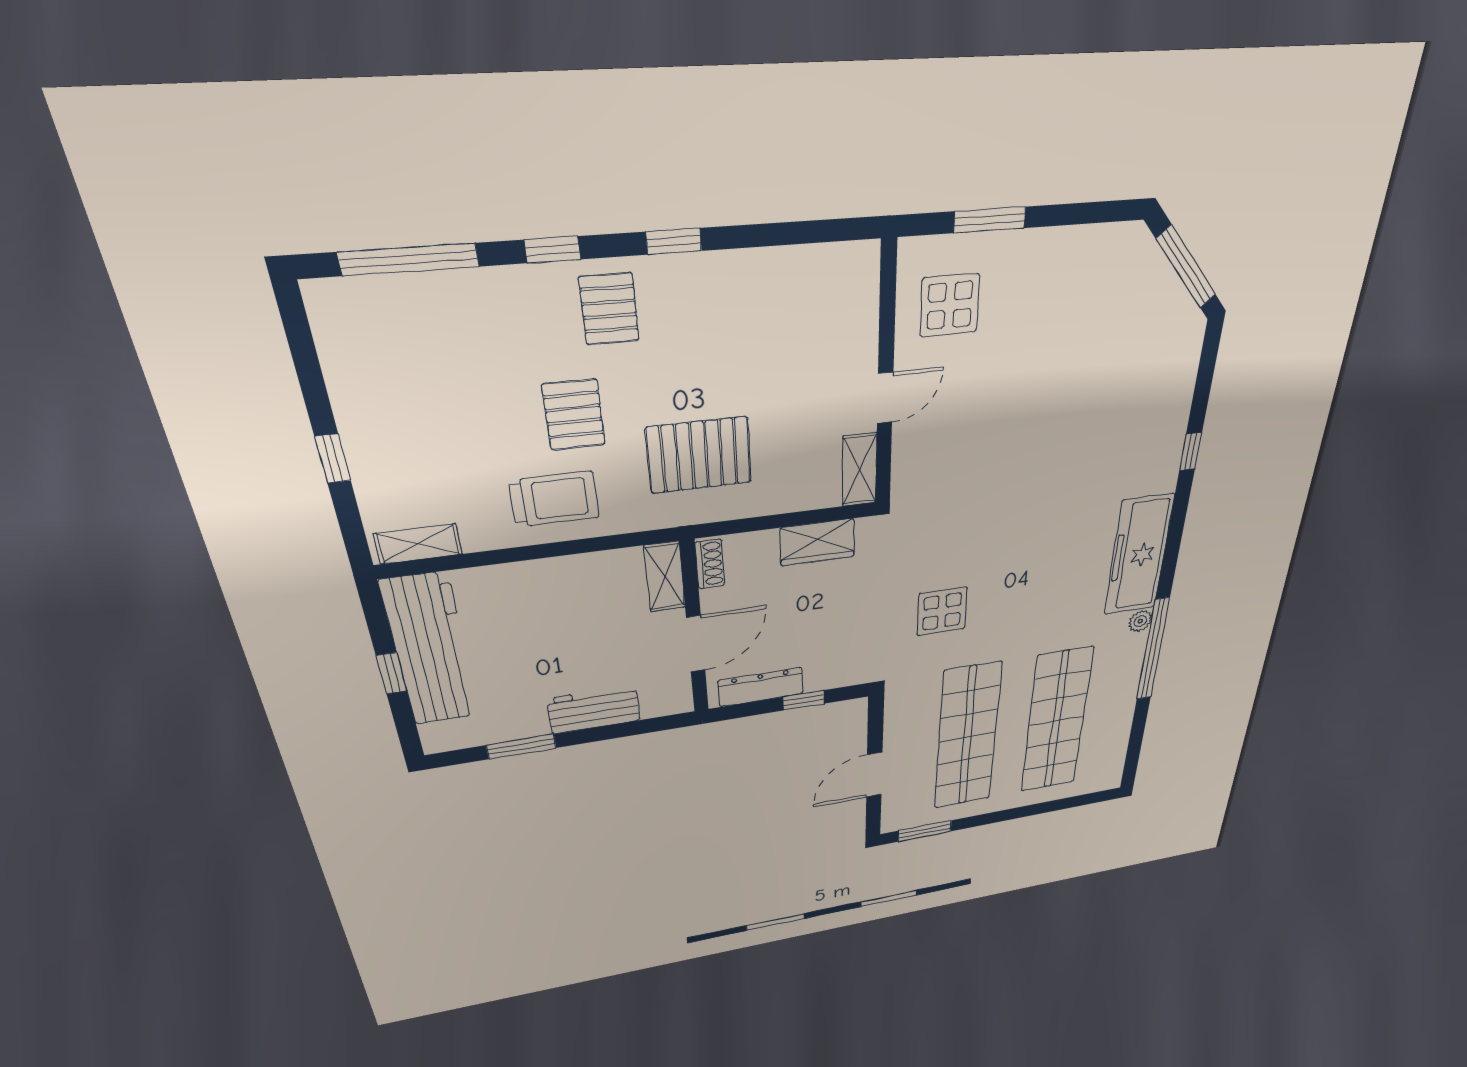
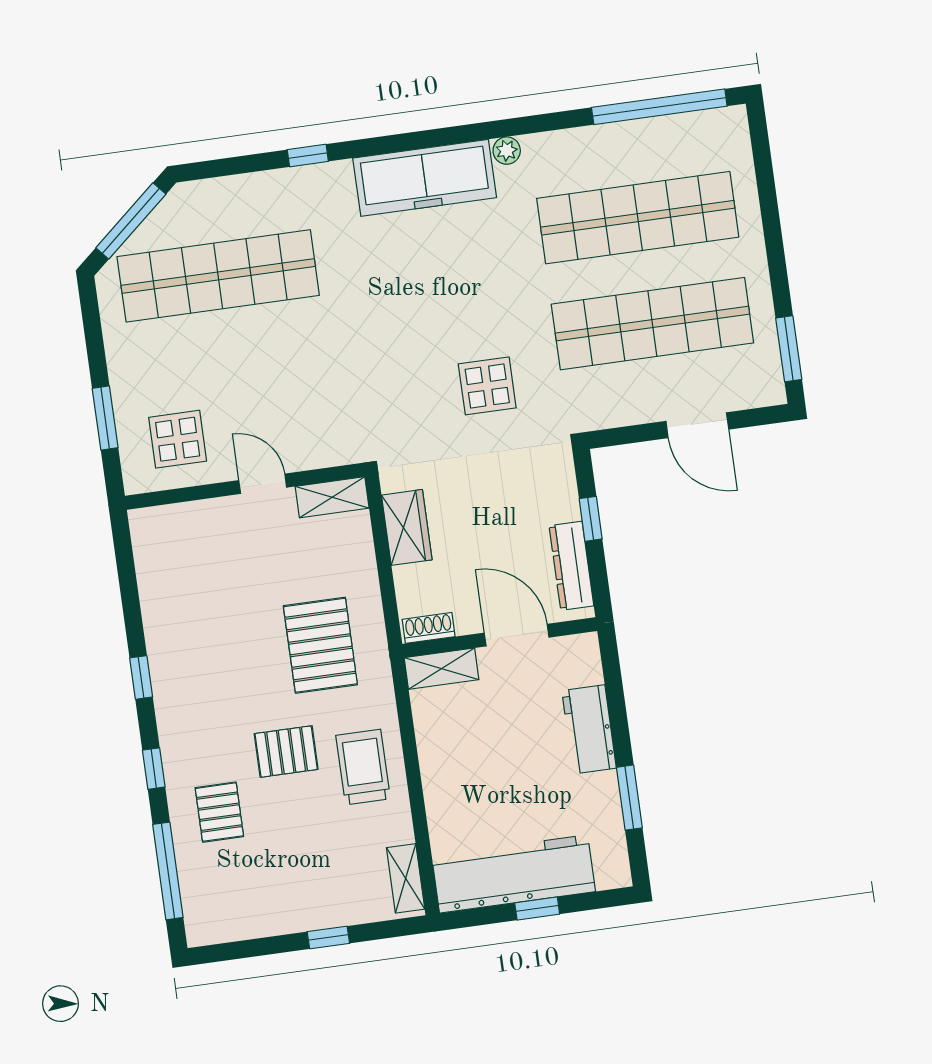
pallet: (609, 309) -> (219, 812), moved, turned 90
shop shelf: (1106, 359) -> (218, 276), added
window: (1153, 650) -> (659, 107), moved

